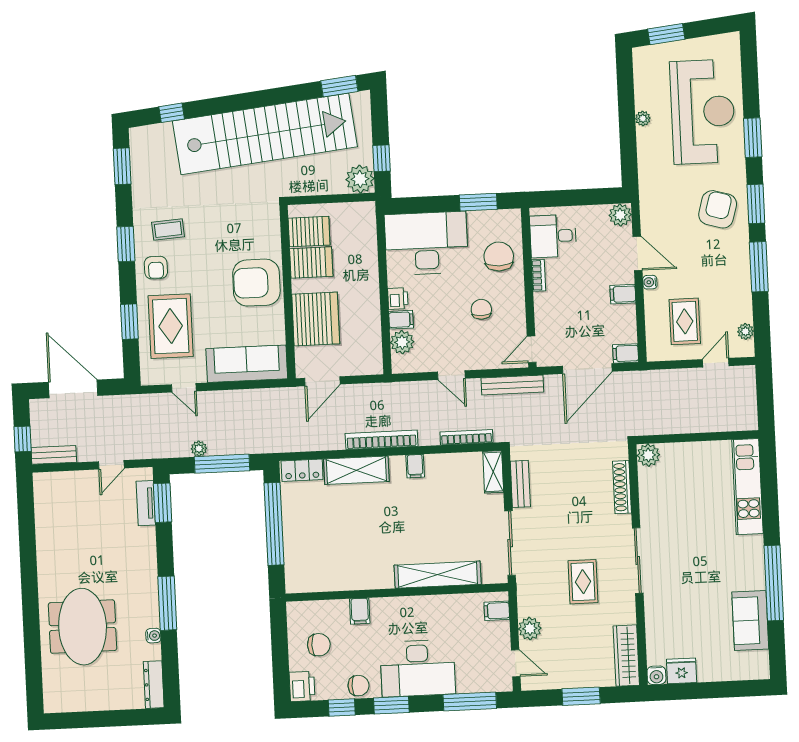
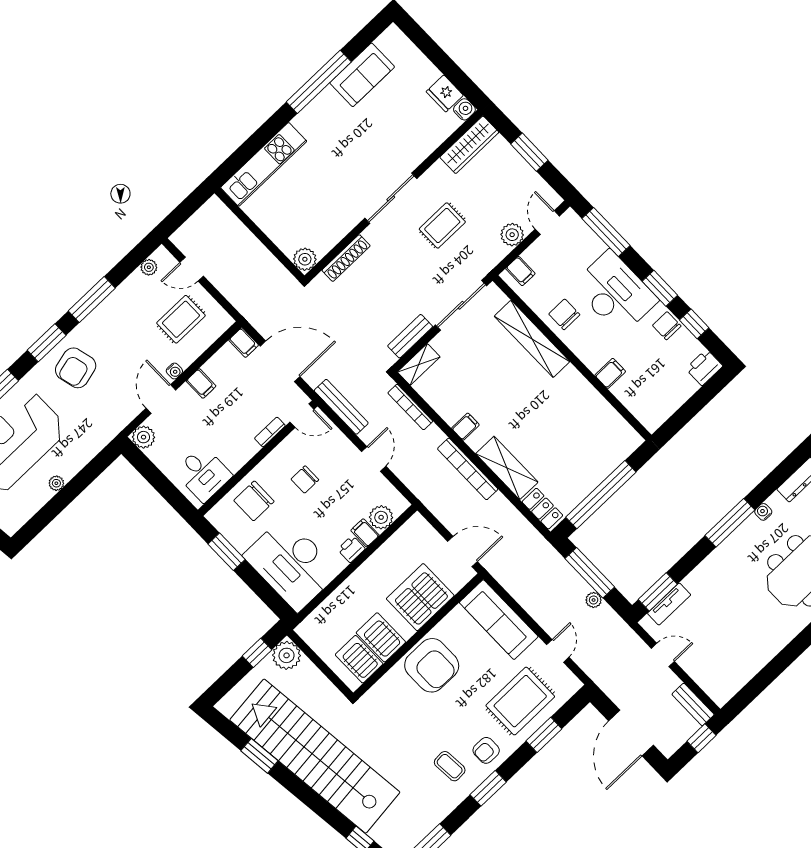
window: (339, 86) -> (259, 756), moved
armchair: (718, 209) -> (76, 368), turned -30
armchair: (156, 268) -> (486, 750), turned 180
bookcase: (539, 275) -> (270, 432), moved
chair: (319, 645) -> (564, 314), moved

